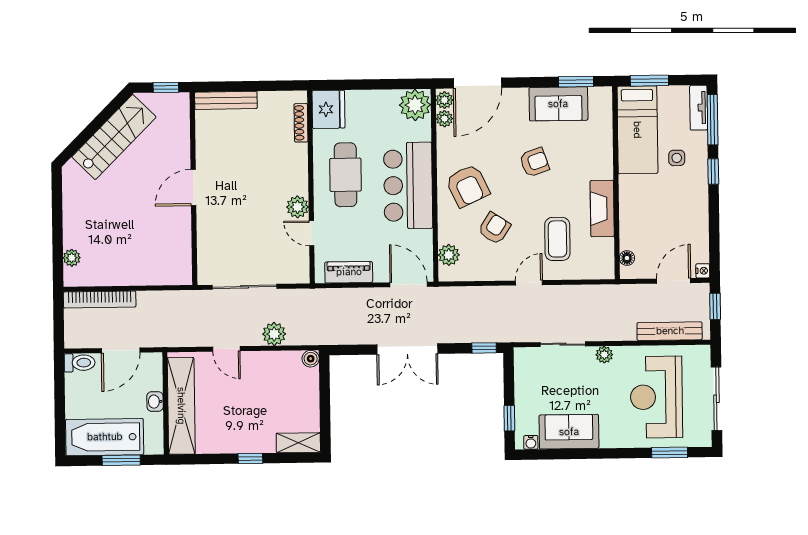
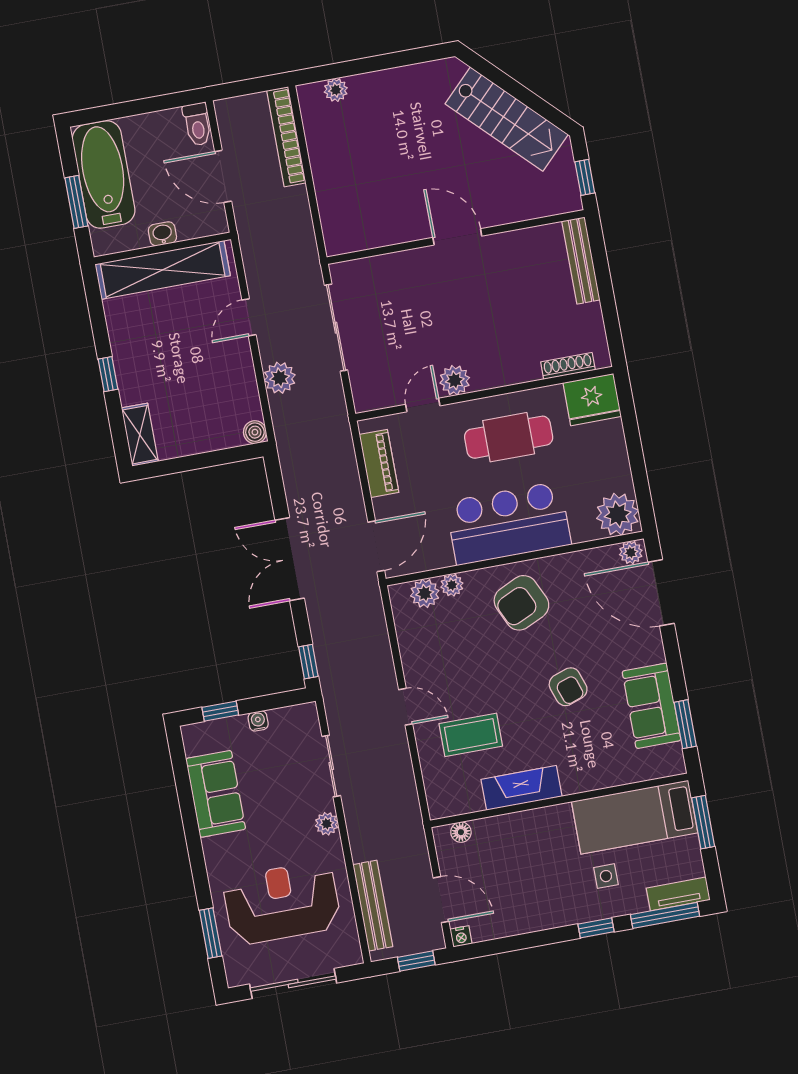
plant: (444, 119) -> (452, 585), moved
armchair: (494, 228) -> (471, 648), removed
water cooler: (531, 442) -> (258, 721), moved, turned 90

